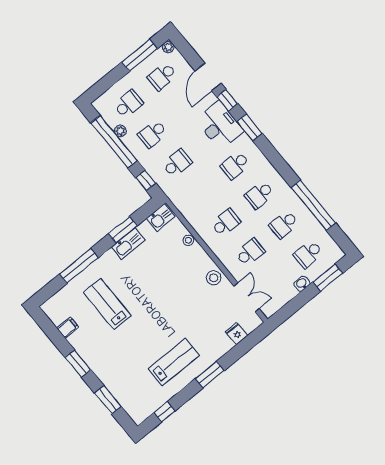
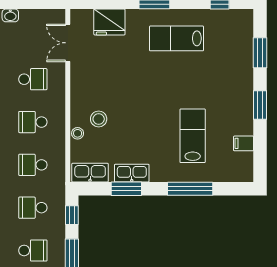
school desk: (201, 193) -> (33, 165), added
kitchen sink: (161, 217) -> (90, 173), width x1.38
school desk: (250, 252) -> (33, 79), turned 180
stool: (214, 278) -> (99, 119), moved
lab bench: (107, 304) -> (193, 136), turned 180
fridge: (236, 334) -> (109, 22), width x1.88, depth x1.34

